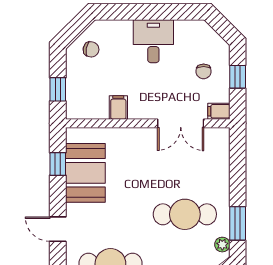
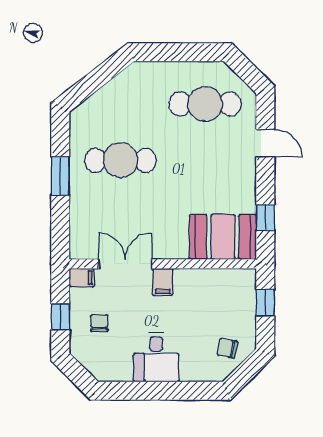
filing cabinet: (118, 108) -> (163, 282), moved
booth: (85, 173) -> (223, 237), moved, turned 90
window: (238, 223) -> (60, 176), moved
plant: (222, 245) -> (78, 126), removed

